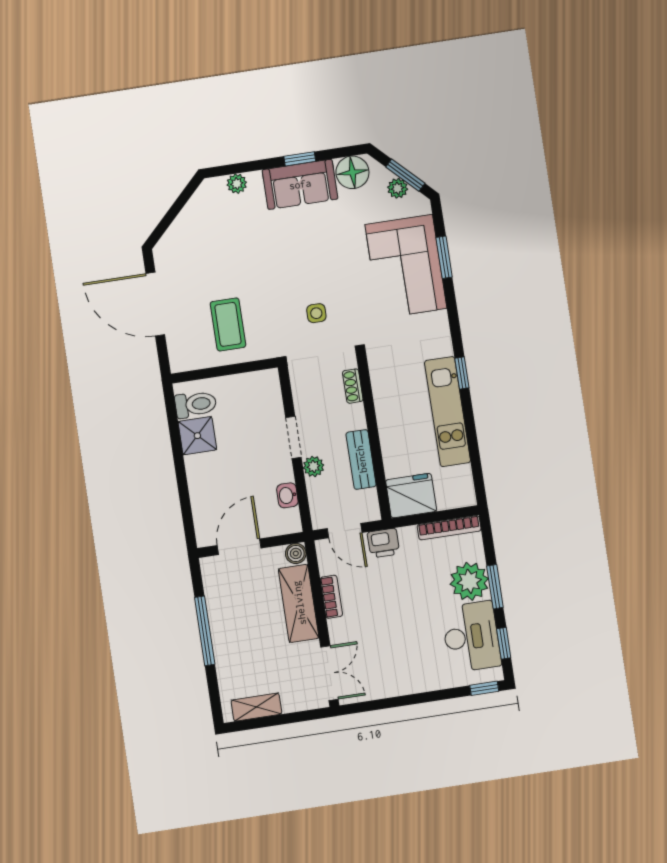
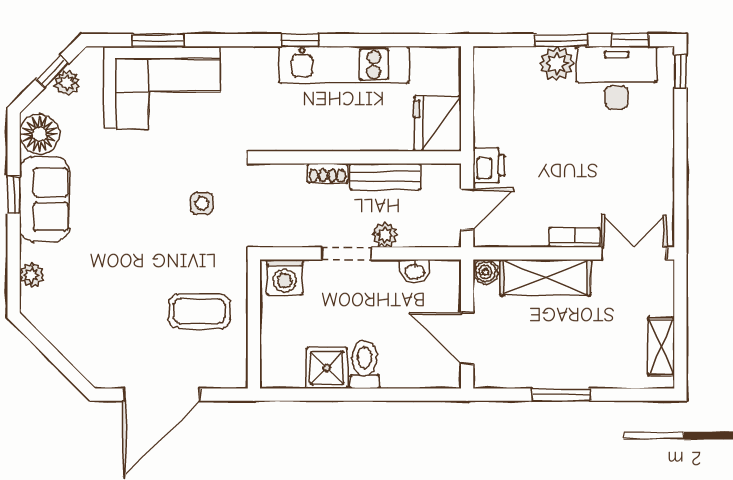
window: (405, 175) -> (53, 71), width x0.67
shoe rack: (353, 386) -> (328, 173), moved
washing machine: (266, 390) -> (285, 277), added
toilet: (196, 404) -> (365, 364), moved
bookcase: (449, 528) -> (483, 84), removed
plant: (469, 581) -> (557, 63), width x0.73, depth x0.73
bookcase: (331, 597) -> (575, 237), moved
window: (205, 631) -> (561, 395), width x0.69

